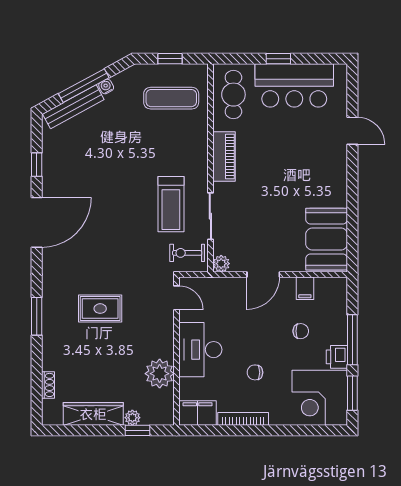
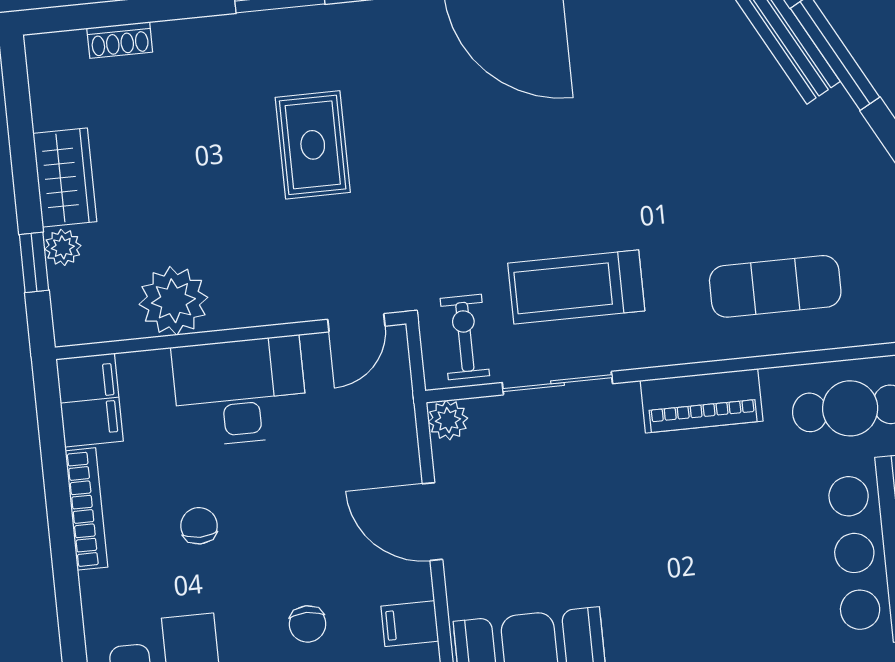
water cooler: (106, 87) -> (838, 106), removed
exercise mat: (171, 98) -> (775, 286), moved, turned 90
wardrobe: (93, 414) -> (65, 178), width x0.67

